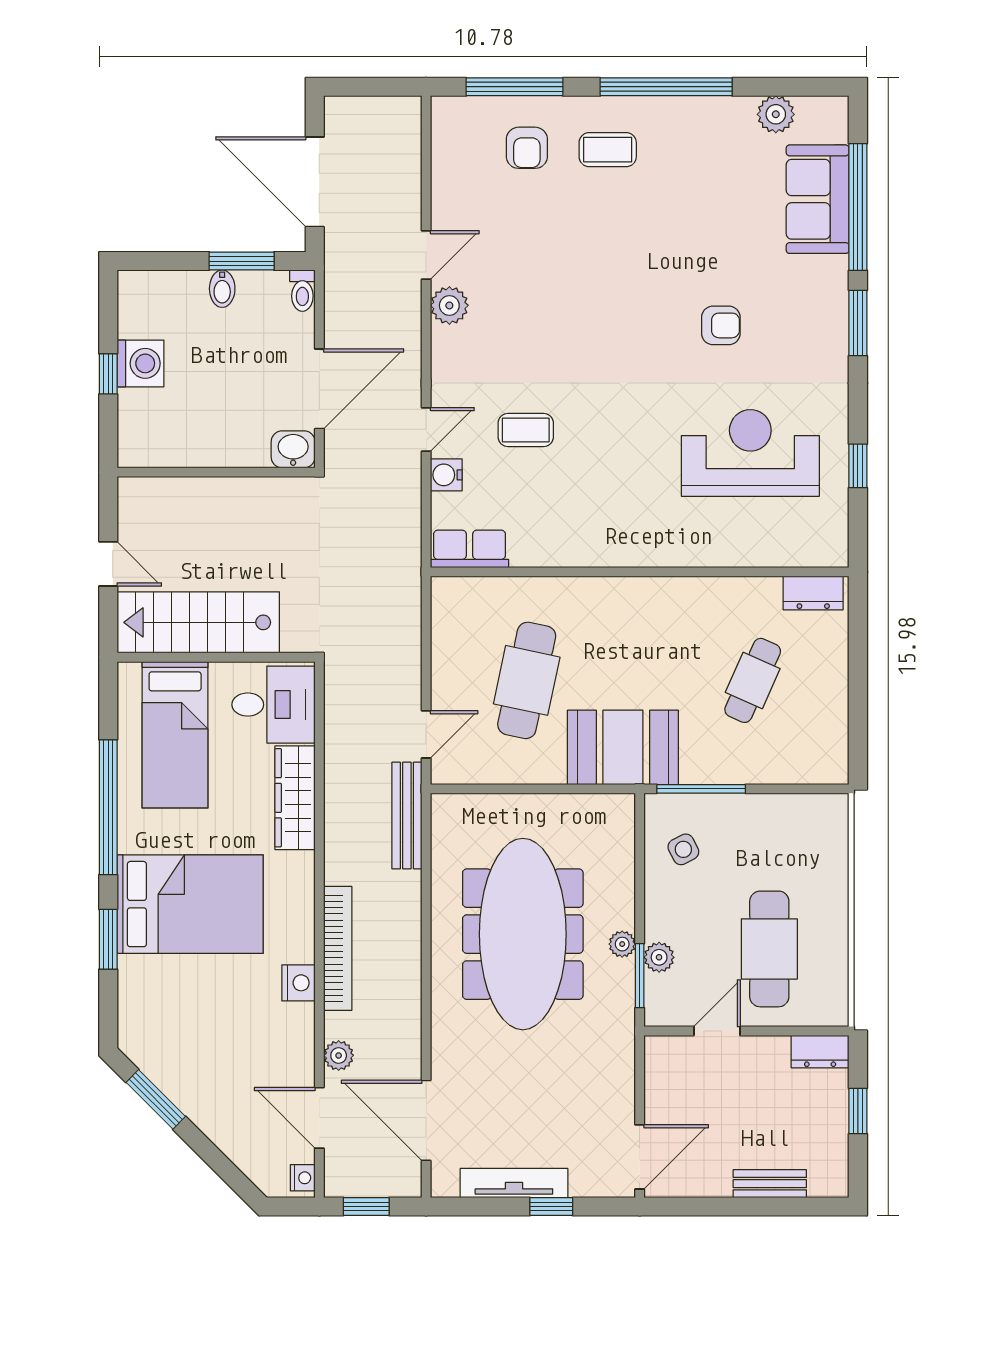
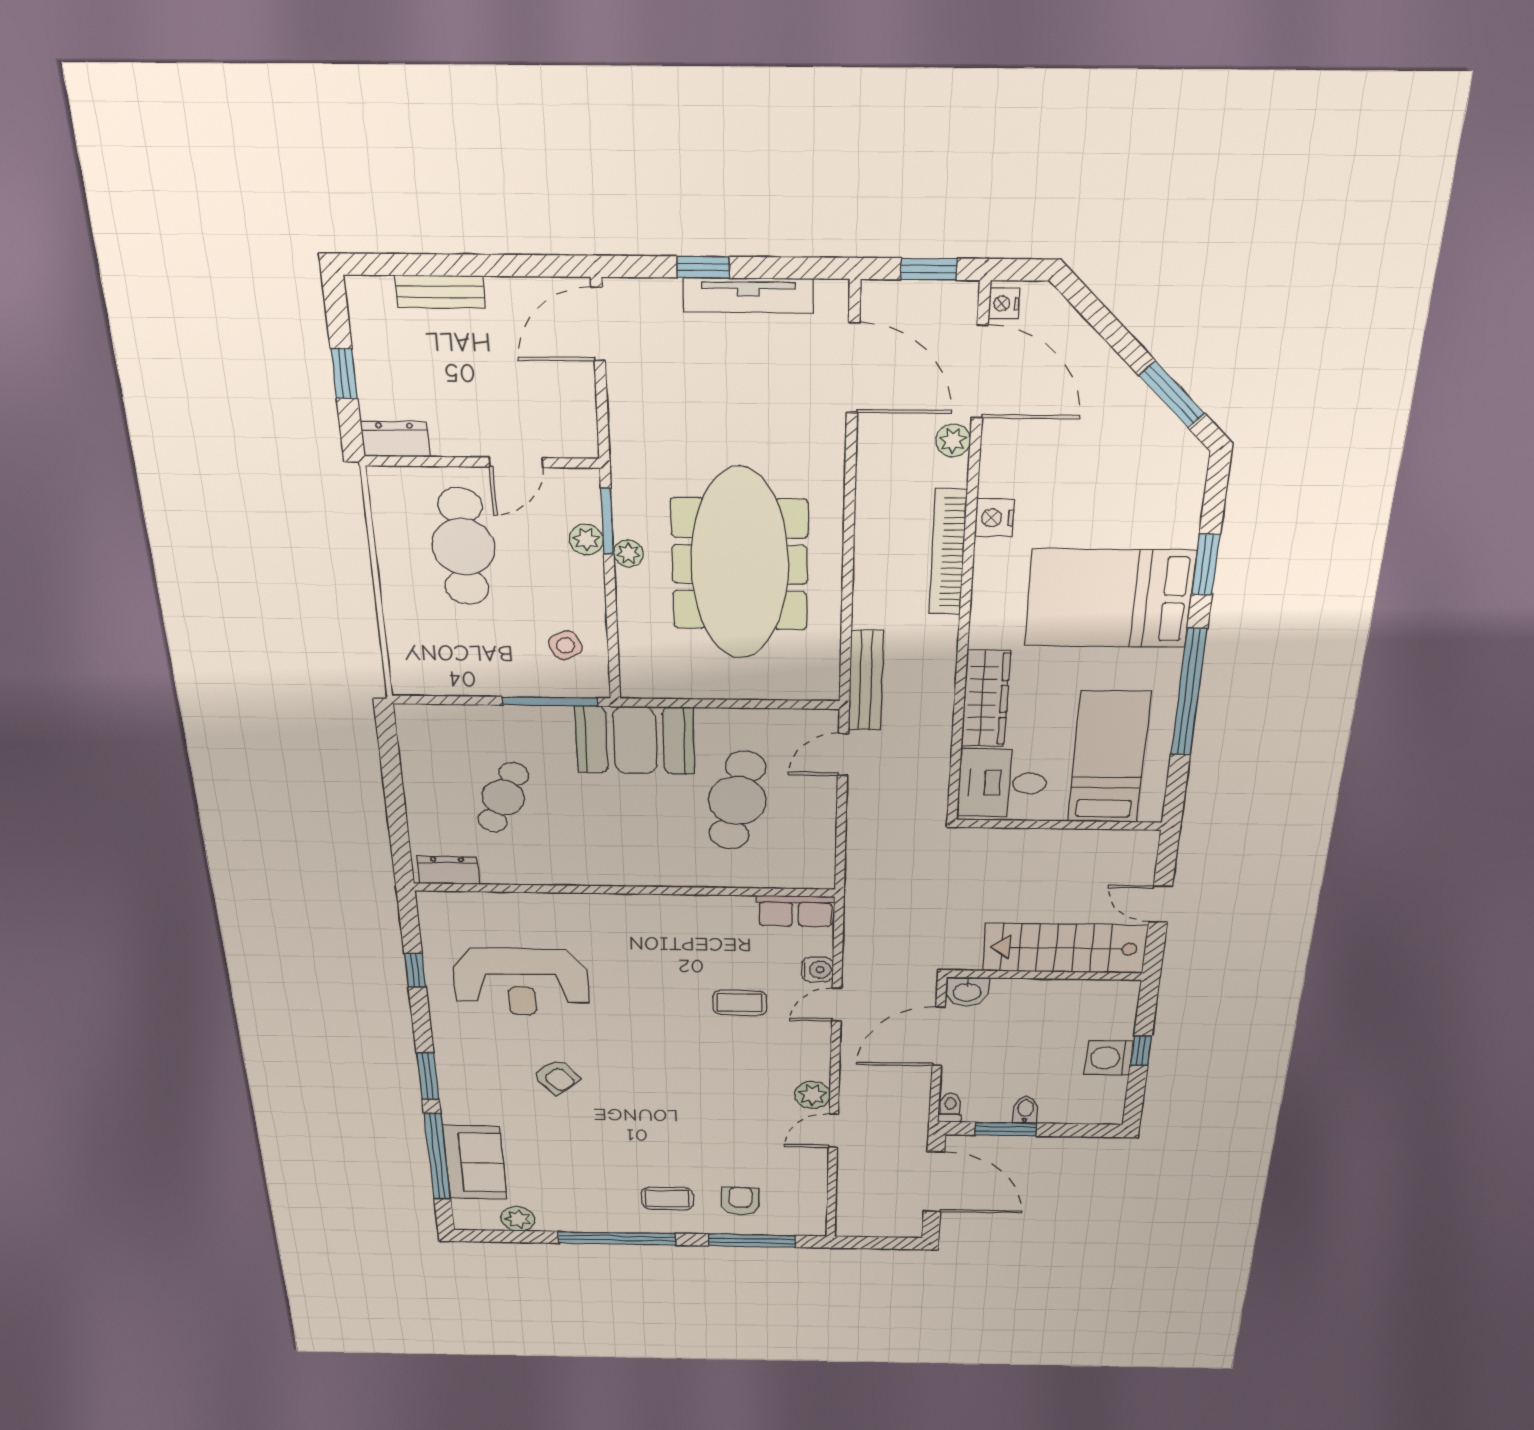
armchair: (721, 325) -> (556, 1077), turned -129
stairs: (198, 622) -> (1065, 948), moved, turned 180
door: (319, 1118) -> (980, 372), width x1.36

